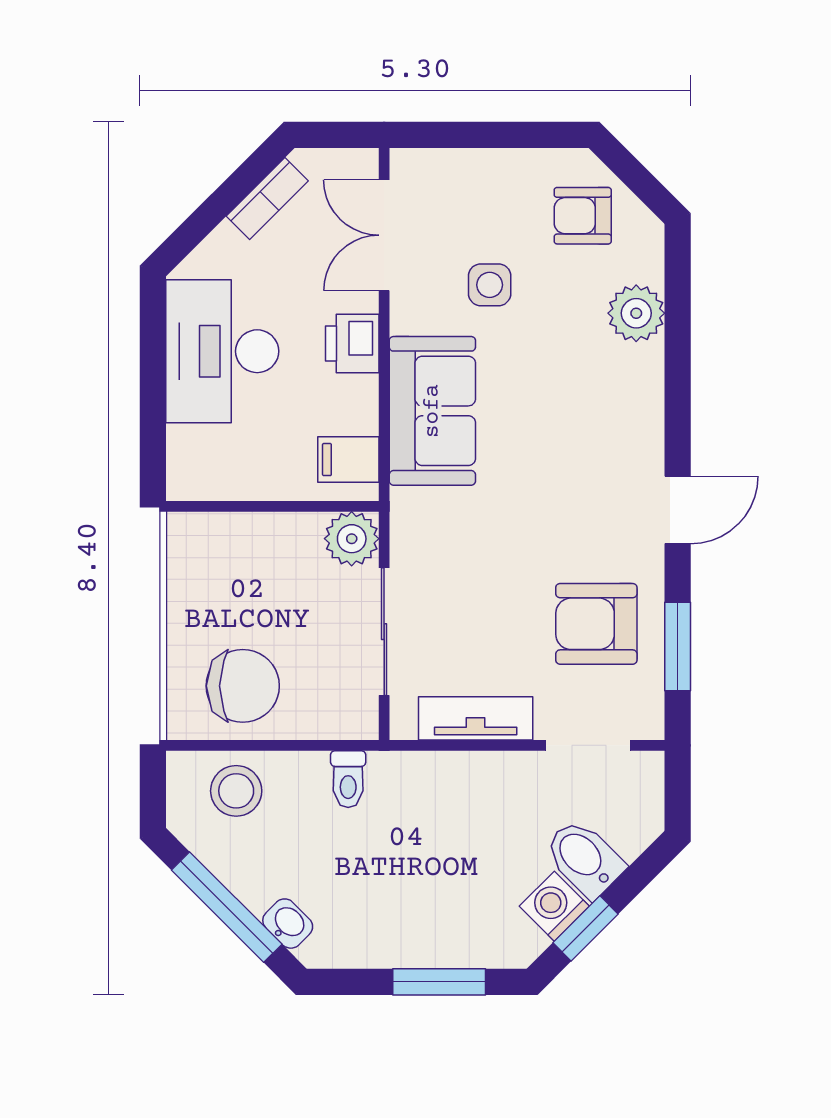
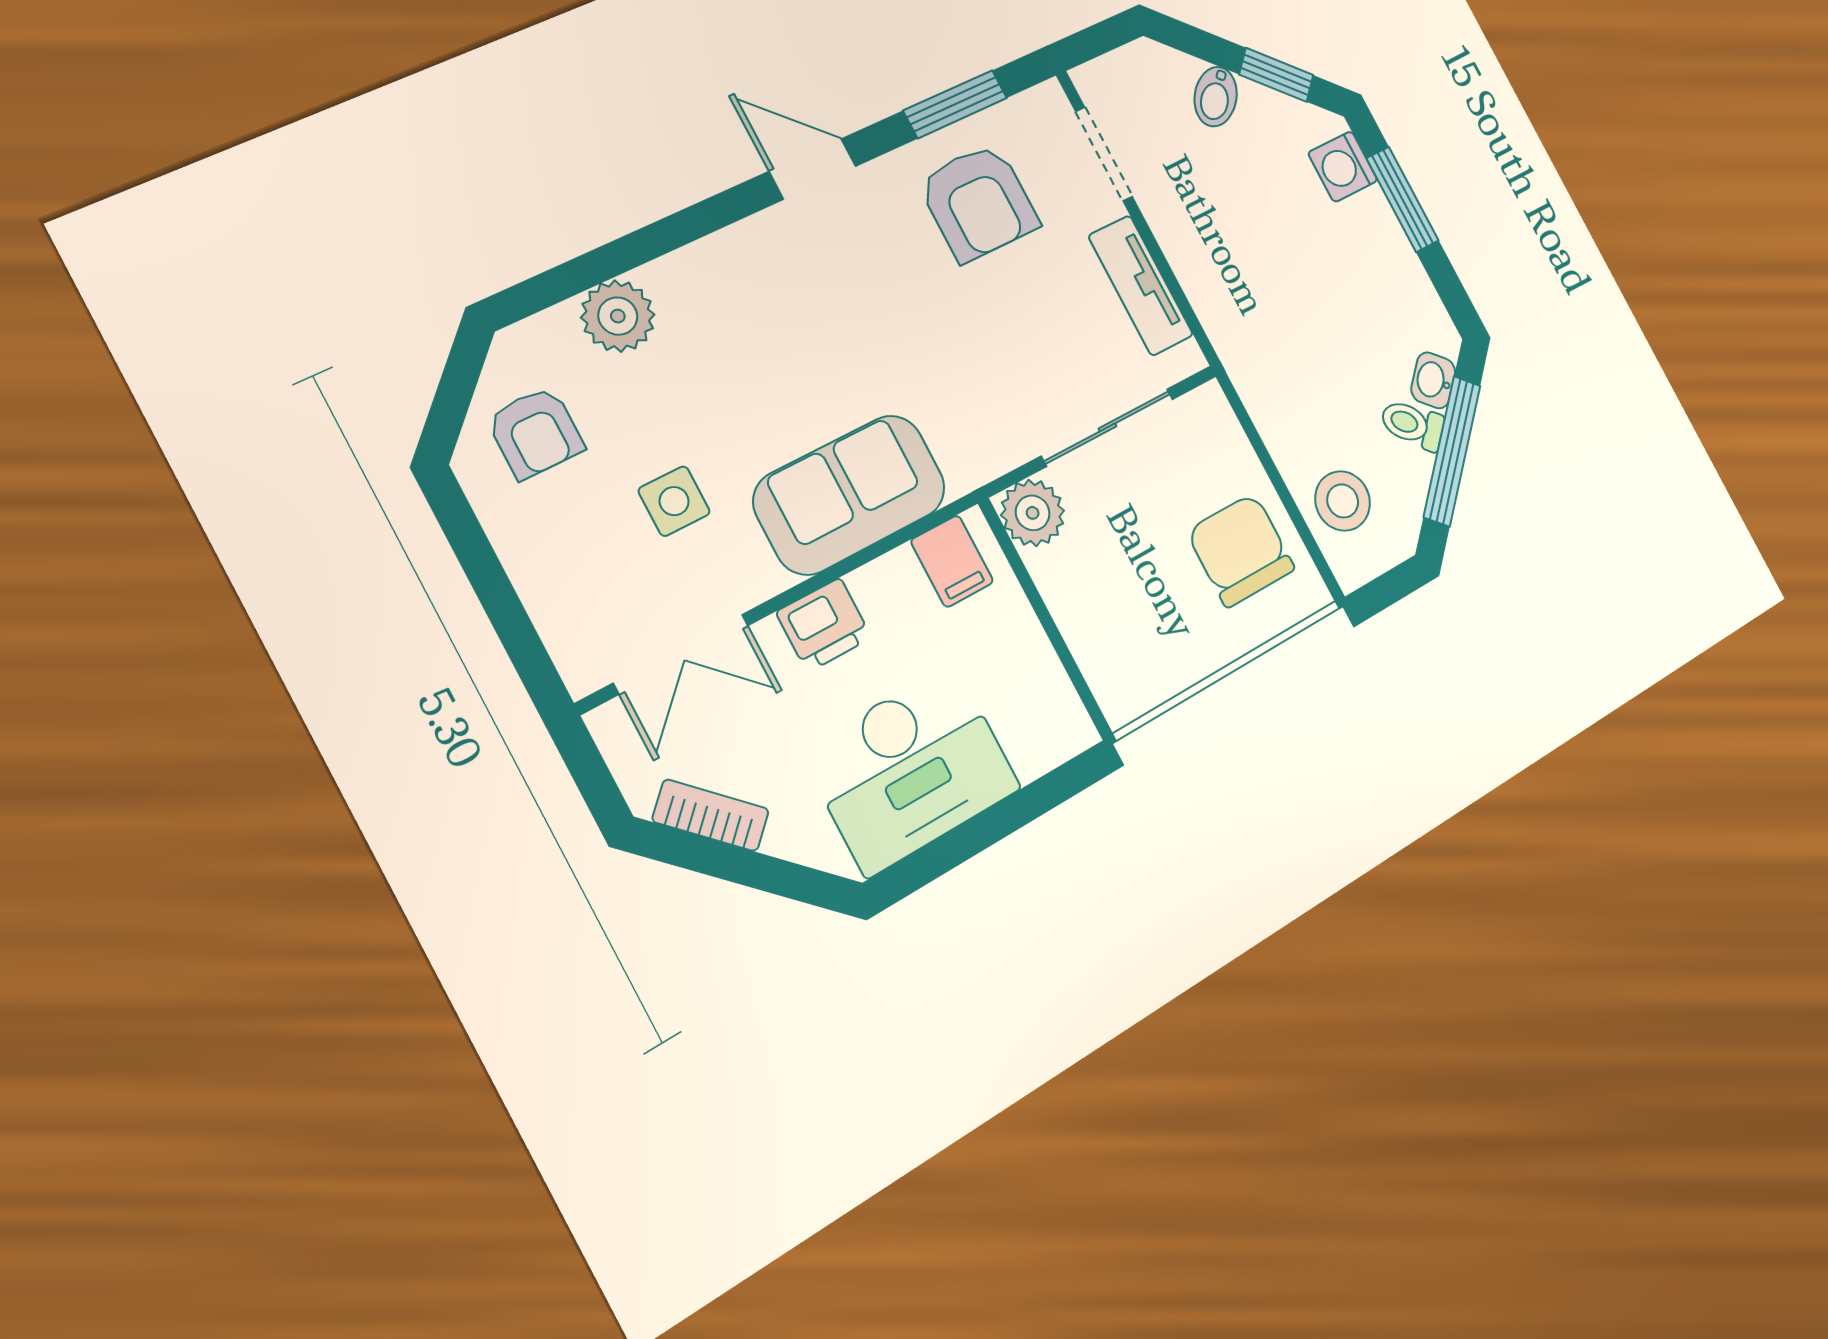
toilet: (348, 779) -> (1412, 425), moved, turned -135
bidet: (584, 858) -> (1216, 97), width x0.72, depth x0.74
washing machine: (554, 906) -> (1343, 167), moved, turned 45

